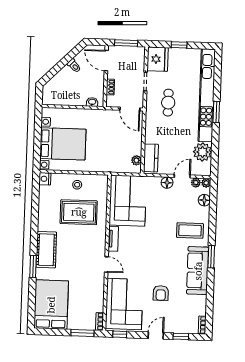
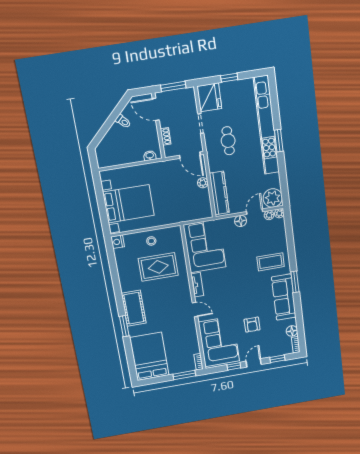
plant: (202, 152) -> (273, 198), moved
kitchen counter: (151, 158) -> (219, 193), width x1.50
plant: (136, 160) -> (203, 183), moved
floor lamp: (204, 200) -> (292, 331), moved
window: (120, 334) -> (234, 366), moved

